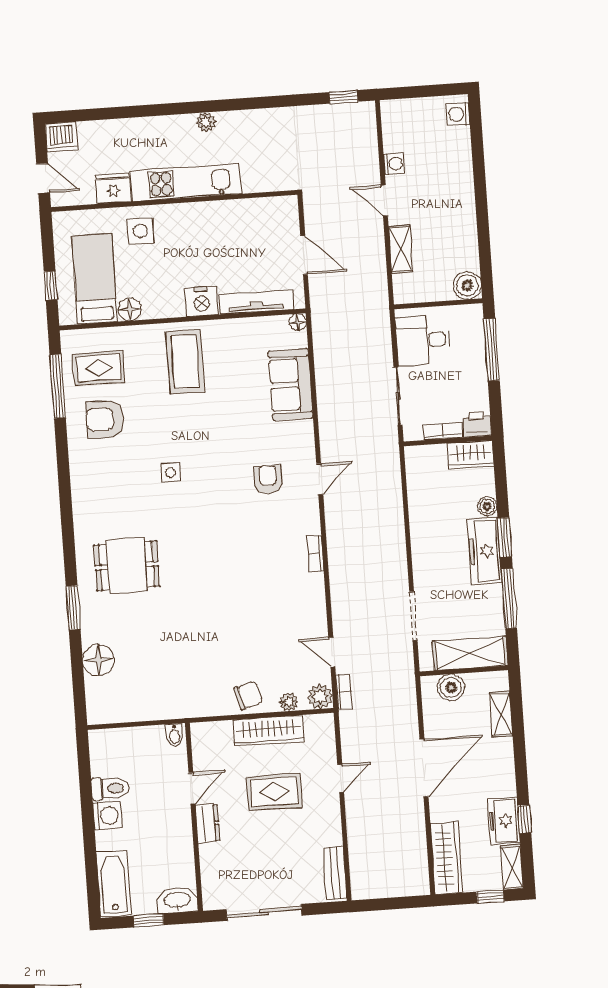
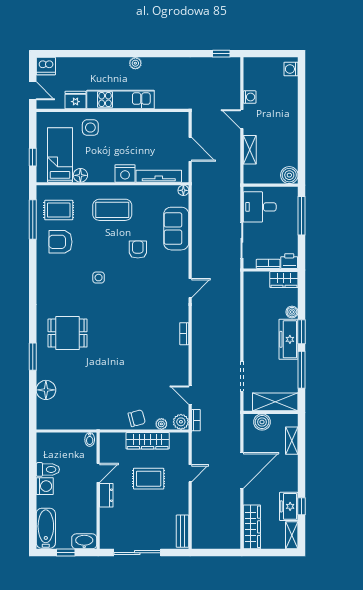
coffee table: (185, 362) -> (112, 210), turned 90
armchair: (268, 479) -> (138, 250), moved
window: (490, 897) -> (277, 553), removed

